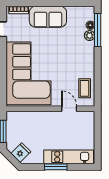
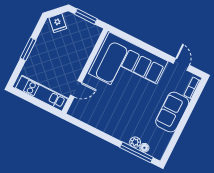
coffee table: (85, 88) -> (88, 113), removed
kitchen unit: (69, 157) -> (42, 93), moved, turned -90

